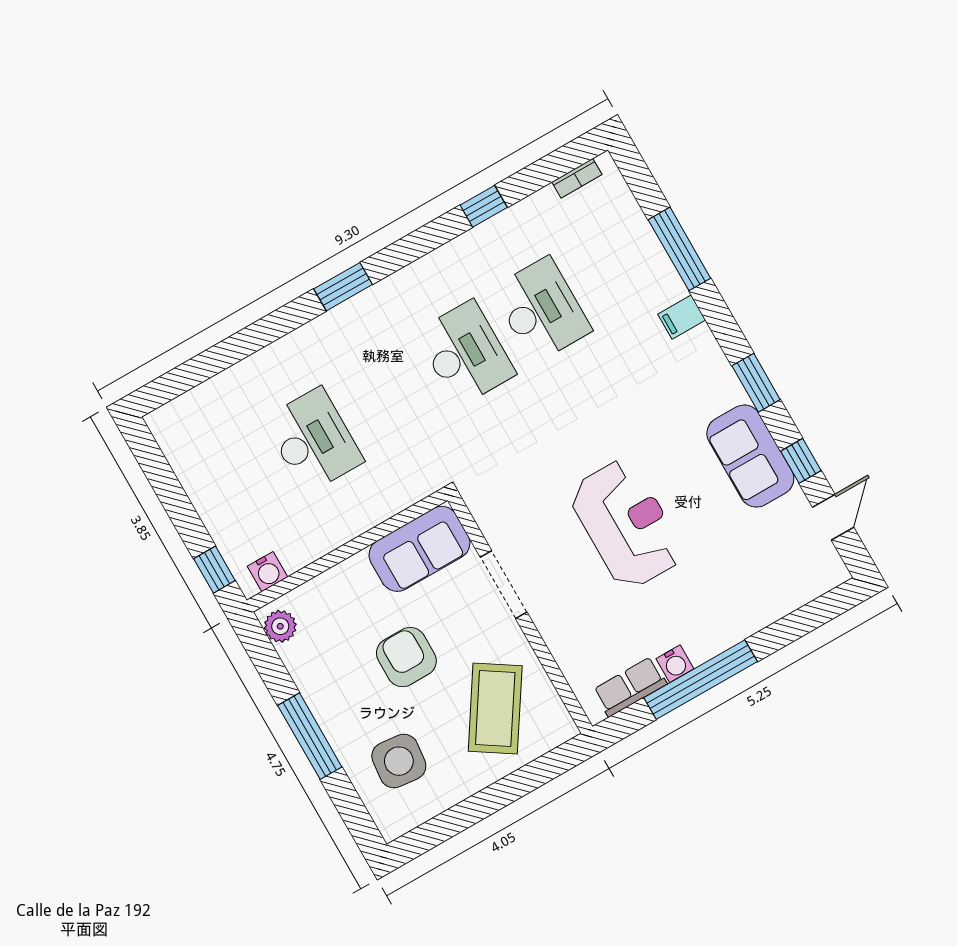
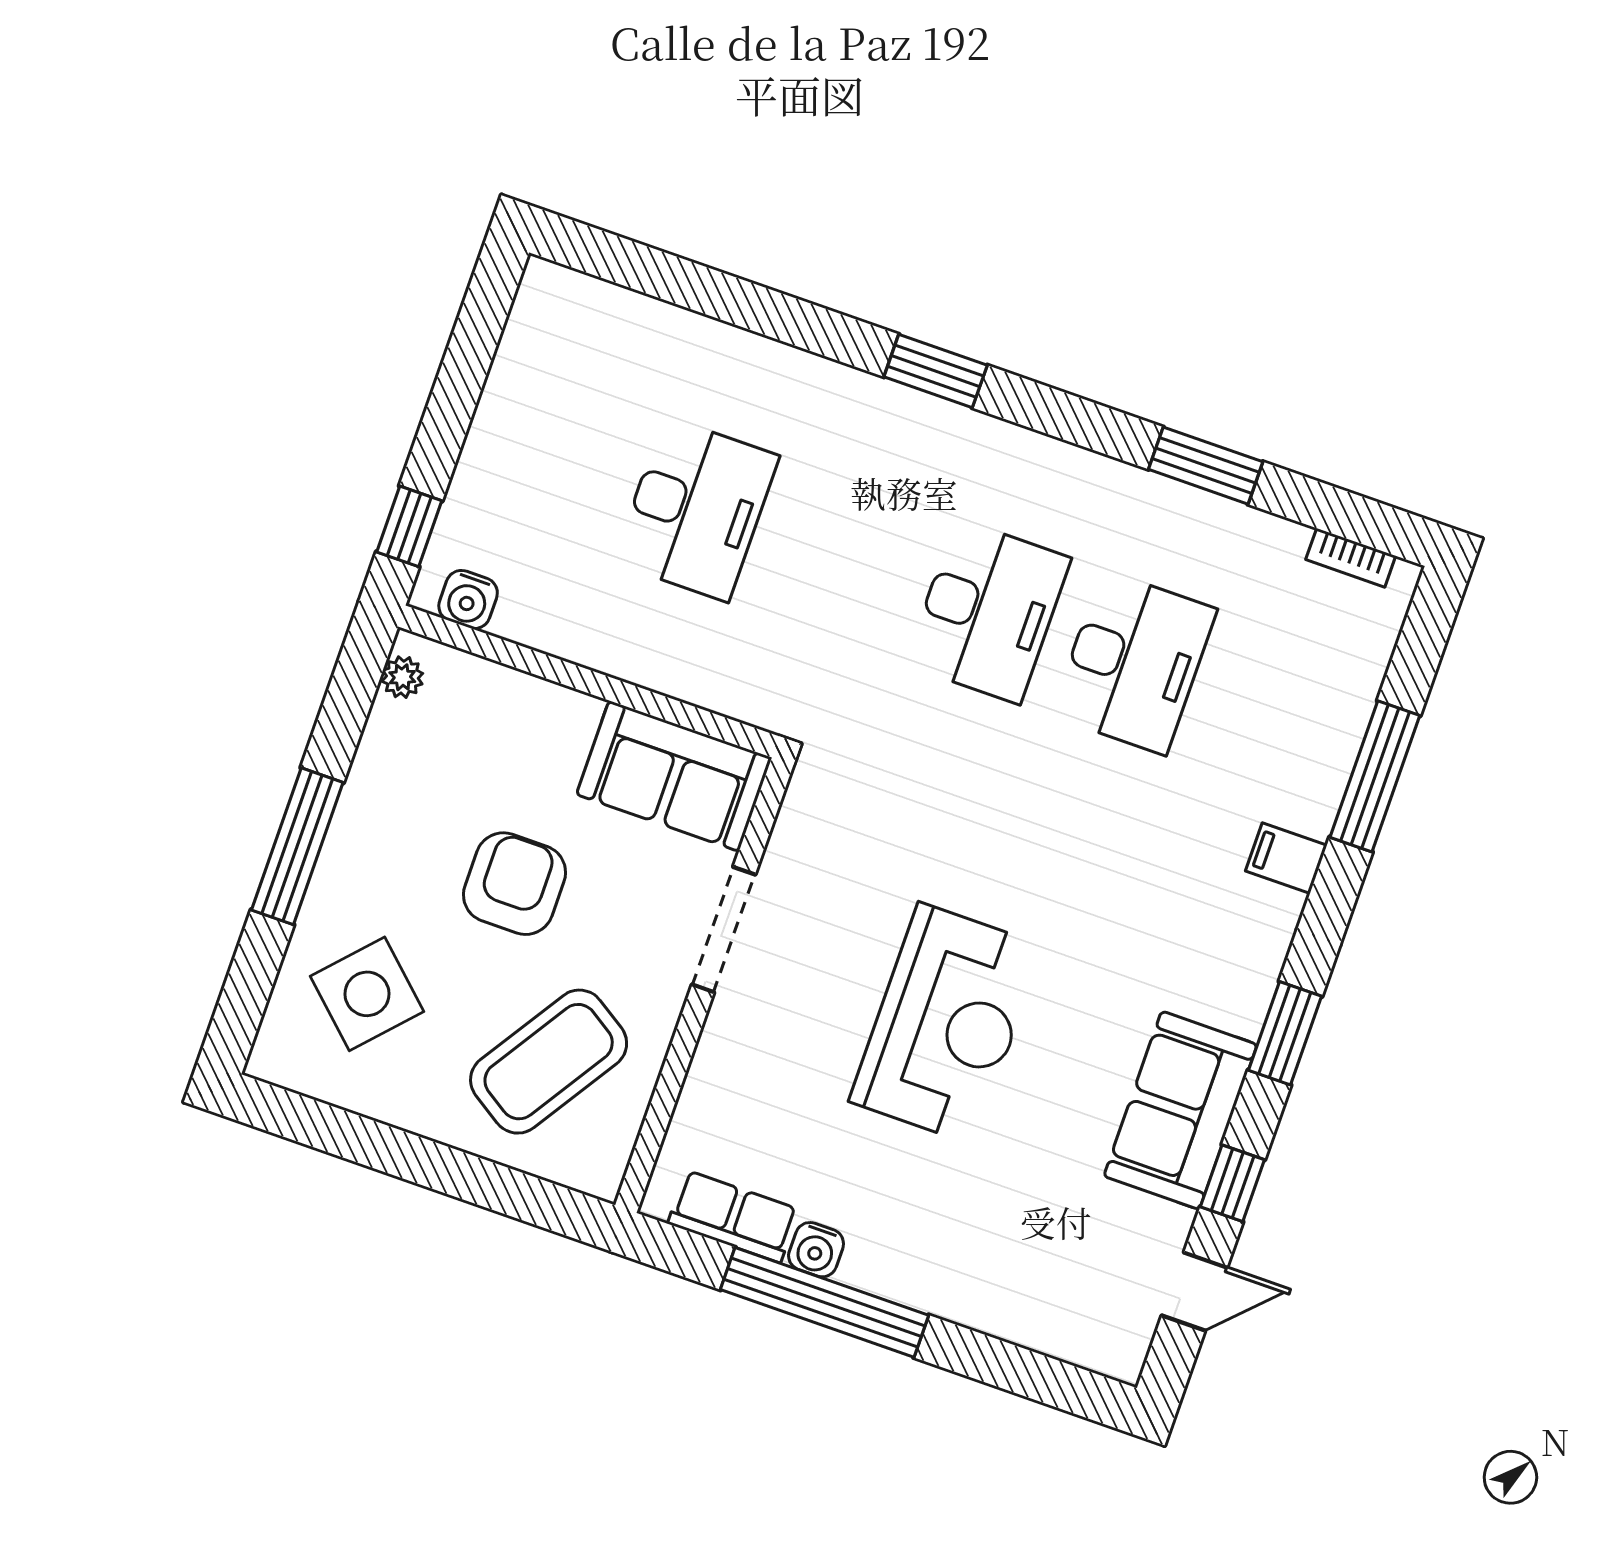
window: (484, 206) -> (1206, 466), width x1.50
plant: (280, 626) -> (402, 677), width x0.73, depth x0.73
side table: (399, 761) -> (367, 994), turned 37

